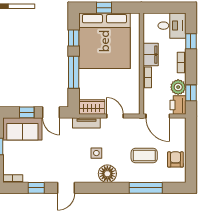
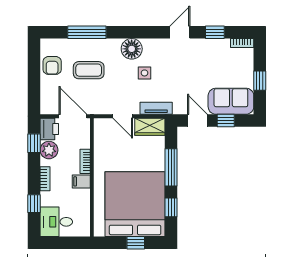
filing cabinet: (151, 55) -> (81, 181), width x0.50

